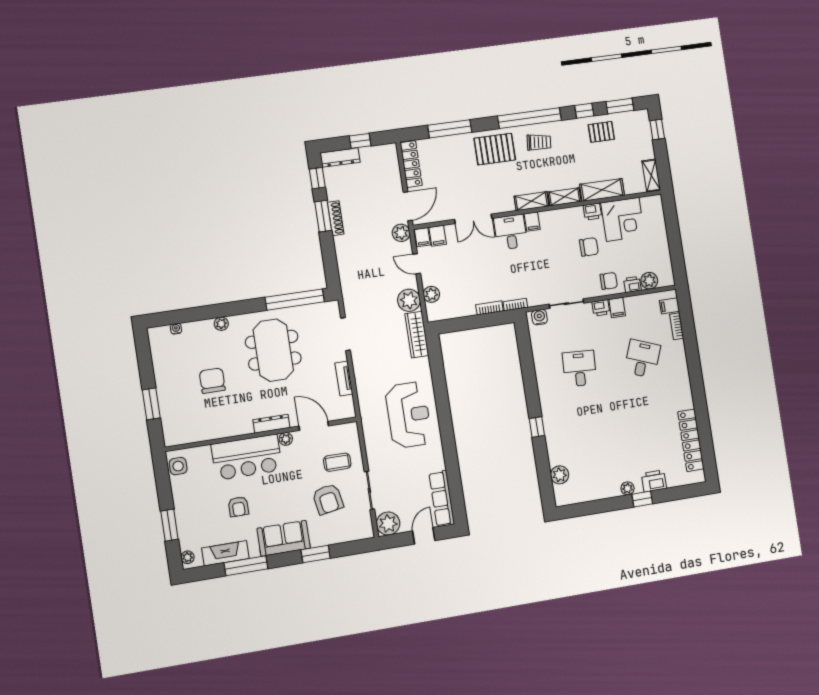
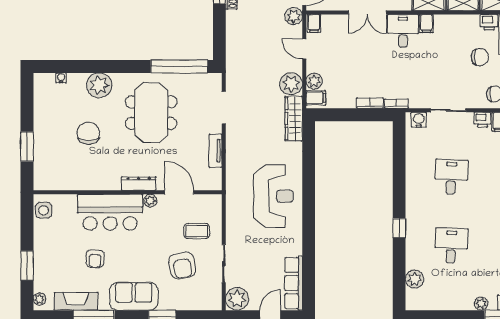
filing cabinet: (438, 236) -> (316, 98), moved, turned -90
plant: (221, 324) -> (99, 85), width x1.88, depth x1.88
desk: (590, 436) -> (451, 246), added

